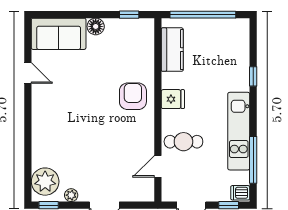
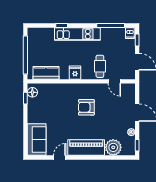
floor lamp: (96, 26) -> (32, 92), moved
armchair: (133, 96) -> (86, 107), moved
piano: (45, 118) -> (86, 148), added
kitchen unit: (239, 131) -> (77, 34), moved
plant: (45, 182) -> (113, 147), moved

